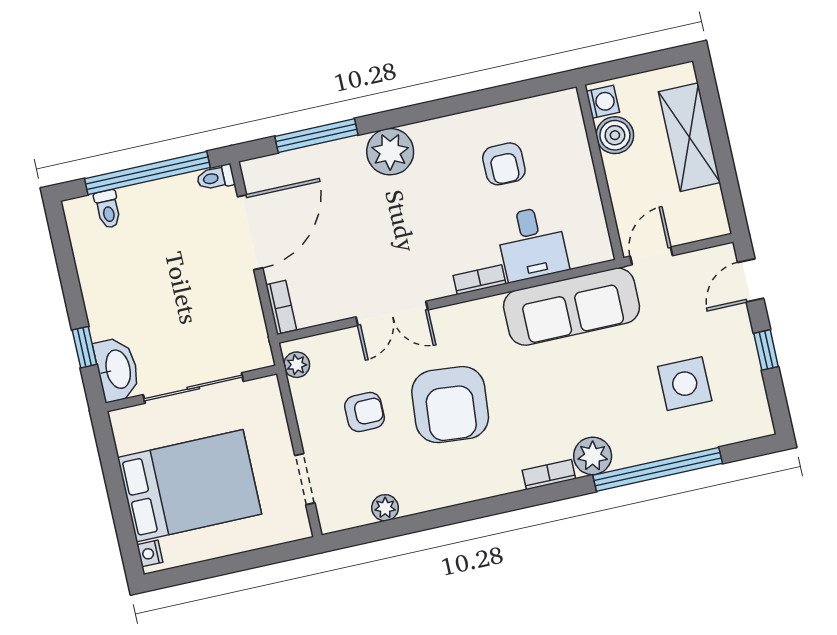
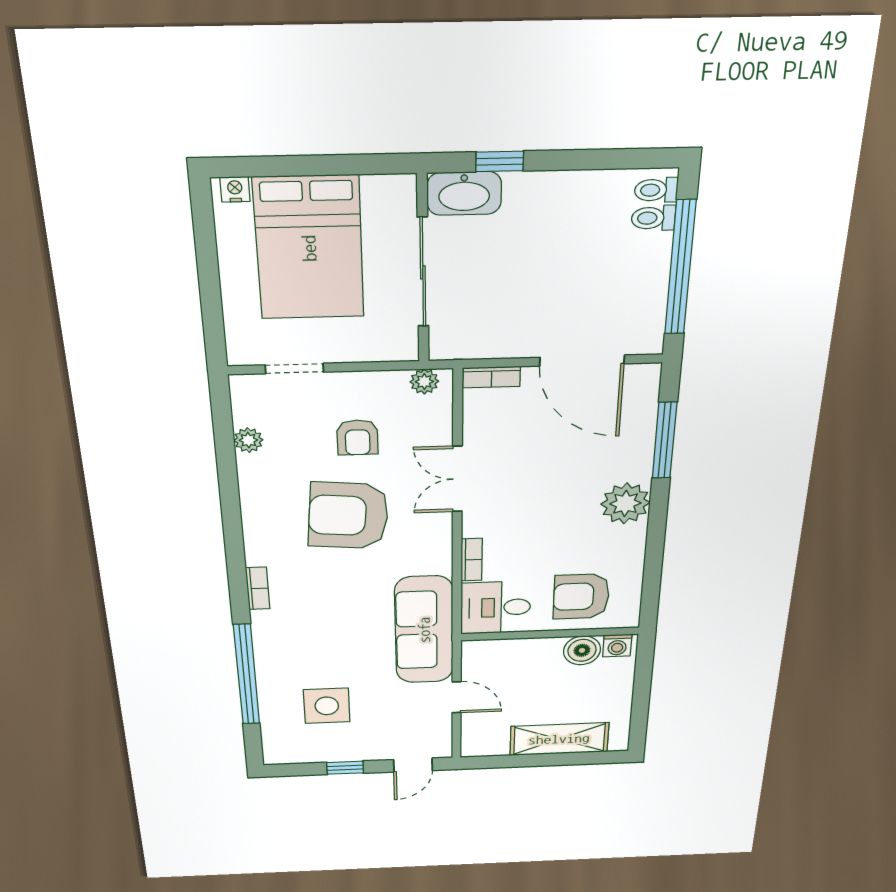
washing machine: (603, 102) -> (617, 646), moved
boiler: (615, 135) -> (582, 650), moved
armchair: (504, 164) -> (581, 596), width x1.38, depth x1.38
wall: (600, 172) -> (550, 634), moved
toilet: (216, 178) -> (656, 190), moved, turned -90
door: (751, 280) -> (413, 765), swing flipped
plant: (593, 456) -> (270, 626), removed

